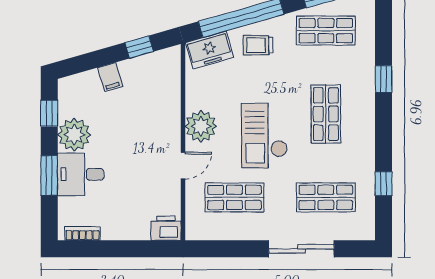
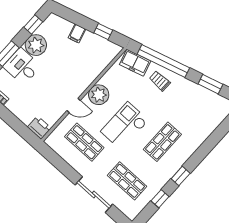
shop shelf: (326, 31) -> (198, 103), removed
window: (384, 79) -> (181, 176), moved

